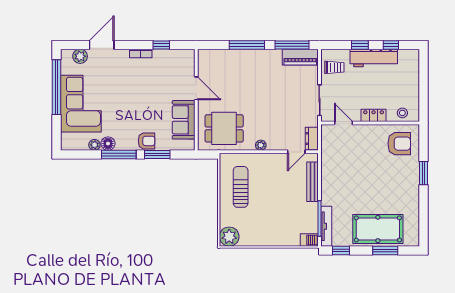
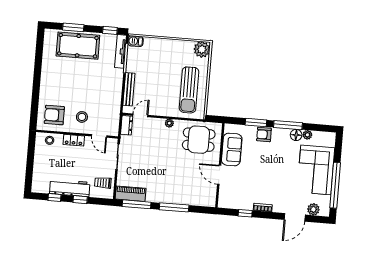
stool: (366, 144) -> (82, 117), added
window: (424, 173) -> (36, 89), removed
sun lounger: (241, 187) -> (189, 90), width x1.36, depth x1.34

